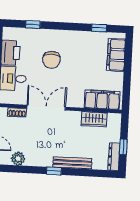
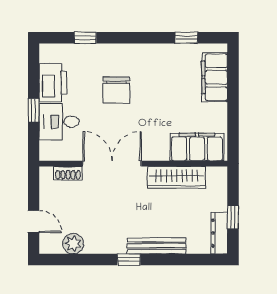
wardrobe: (94, 119) -> (177, 177), width x1.50

